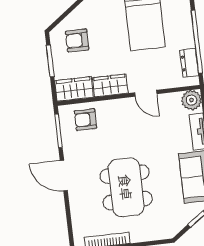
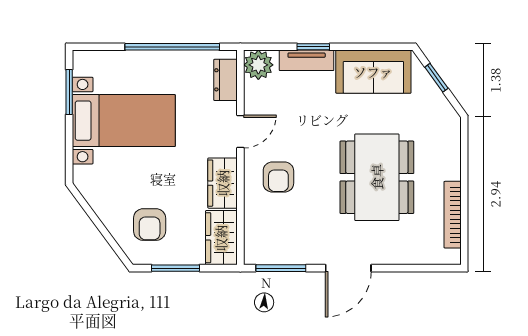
dresser: (189, 63) -> (226, 80), moved, turned 90
armchair: (85, 120) -> (278, 177), moved
dining table: (126, 187) -> (377, 177), turned 90

